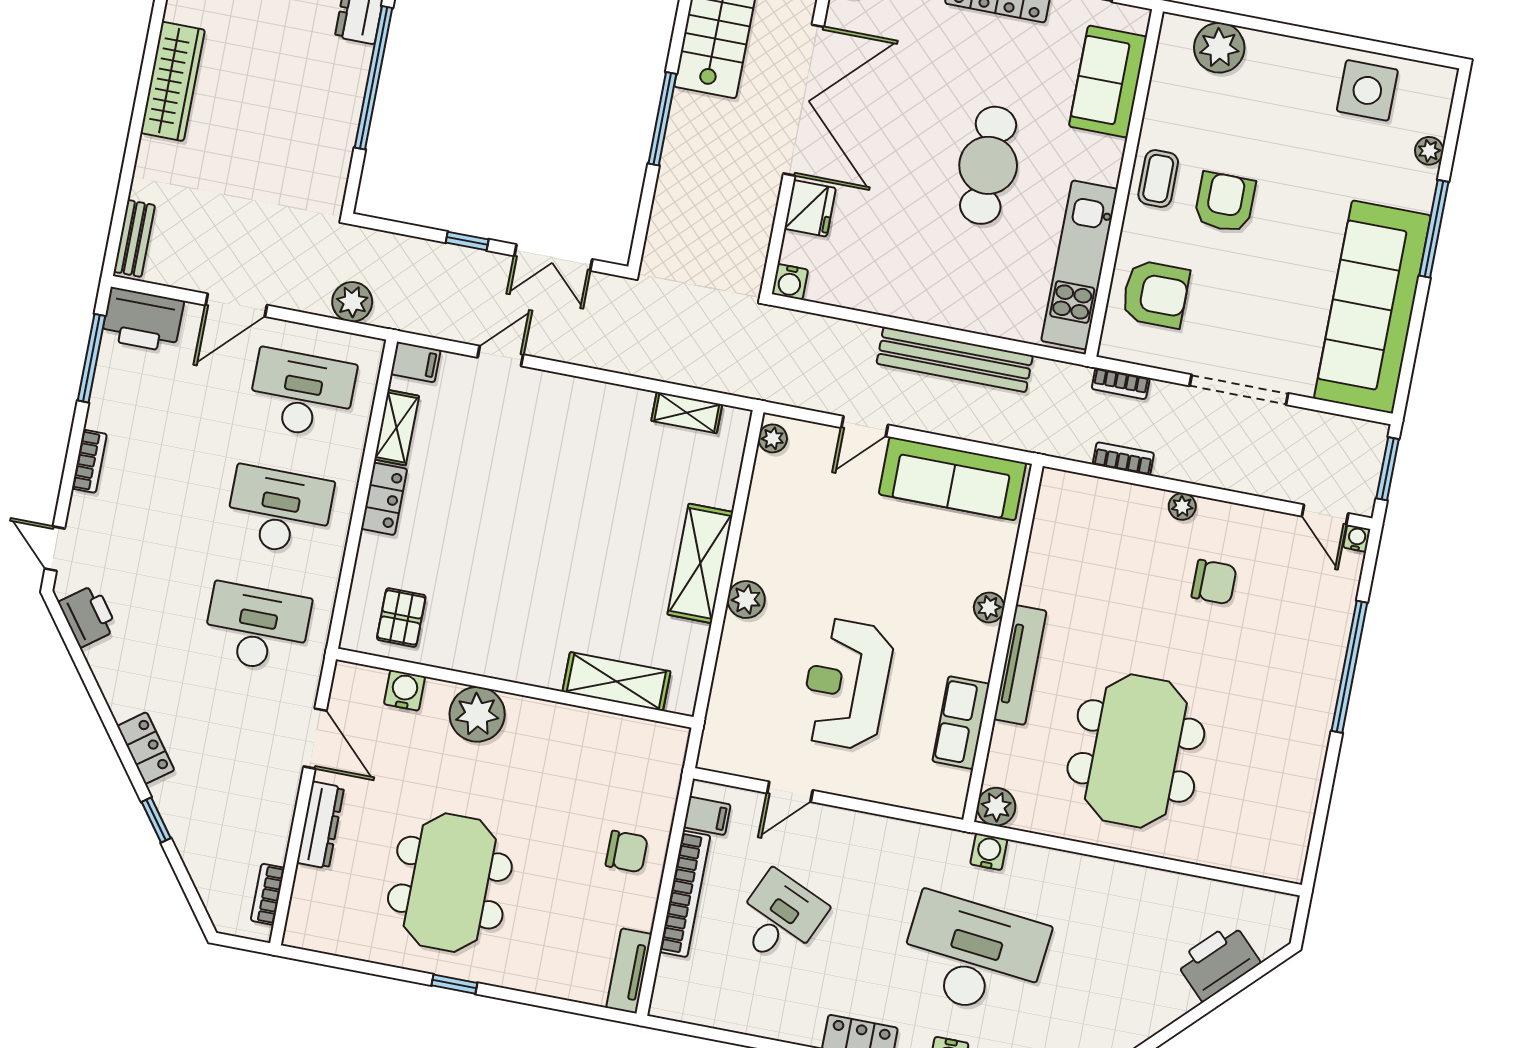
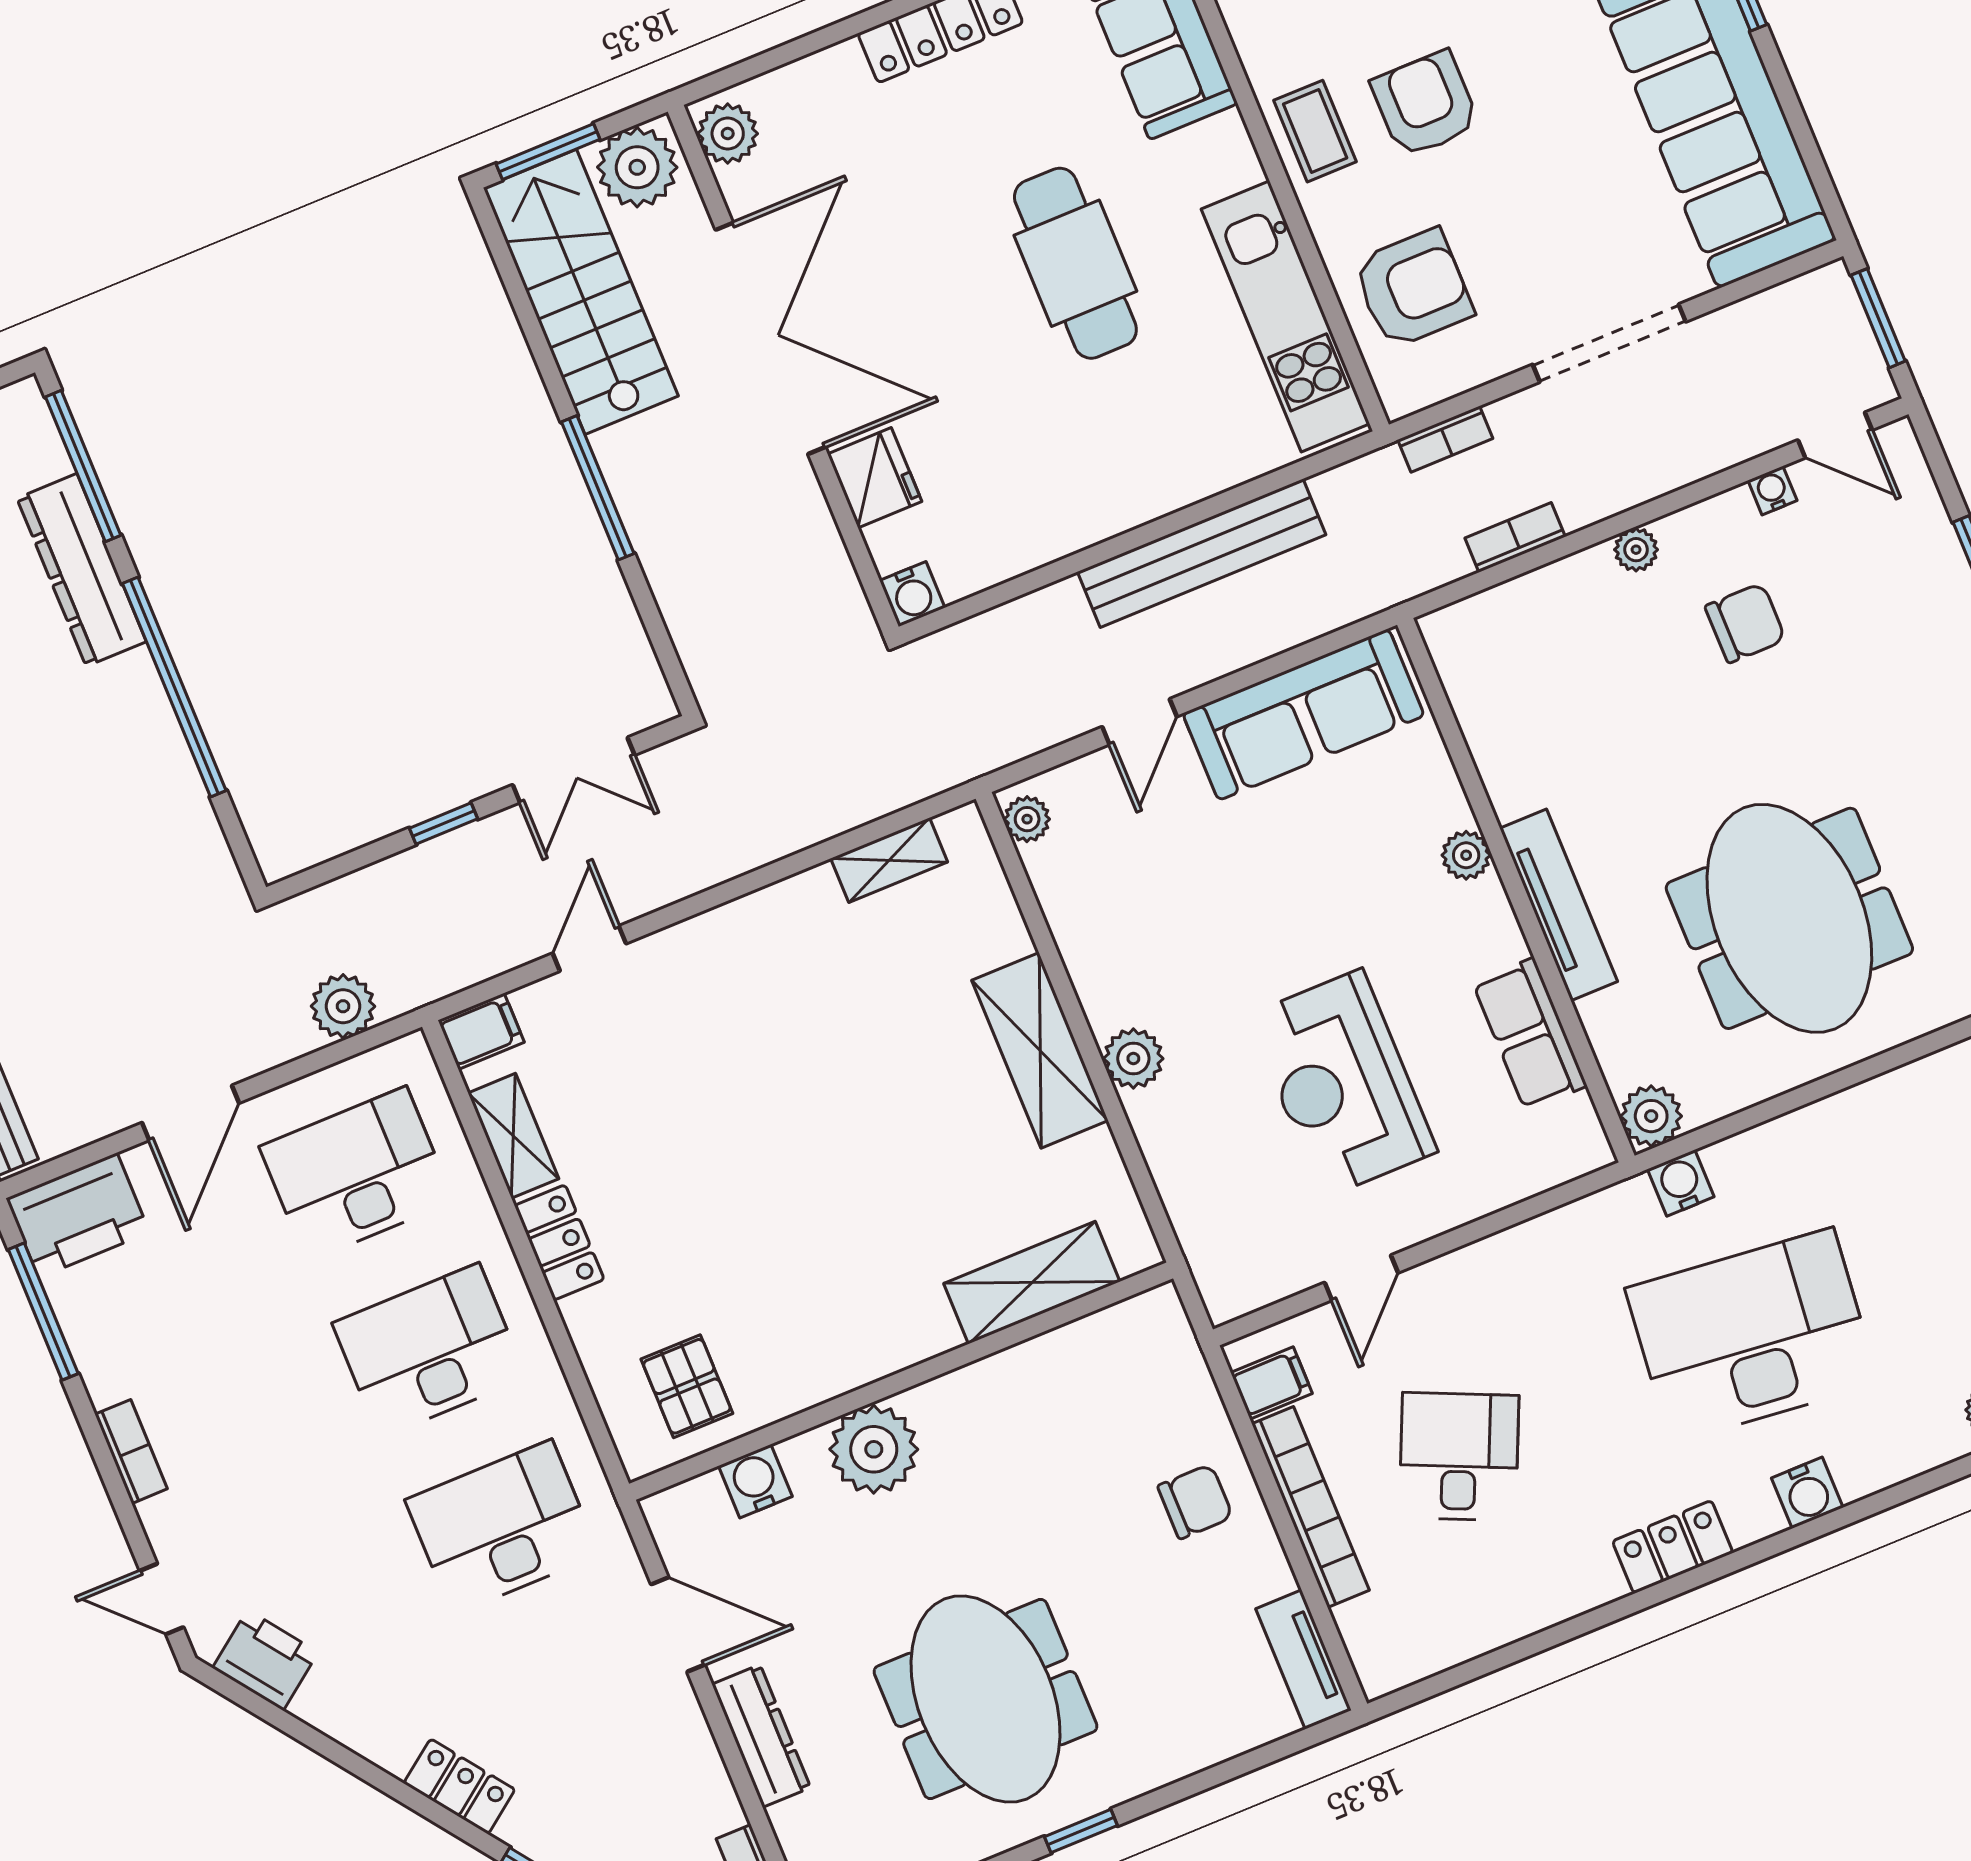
water cooler: (1357, 538) -> (1772, 490), moved

